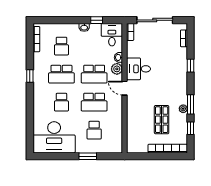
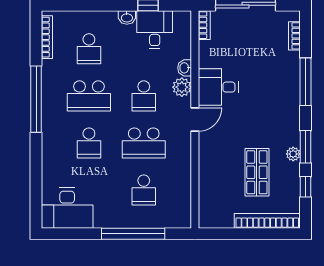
desk: (112, 35) -> (155, 30), moved
window: (191, 66) -> (306, 82), width x2.17
school desk: (94, 74) -> (144, 96), width x0.54
window: (30, 76) -> (36, 99), width x3.17
door: (125, 88) -> (195, 120), swing flipped
desk: (54, 137) -> (67, 208), width x0.73, depth x0.77
window: (88, 156) -> (133, 234), width x2.11

